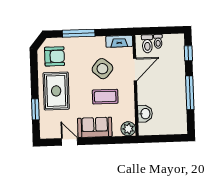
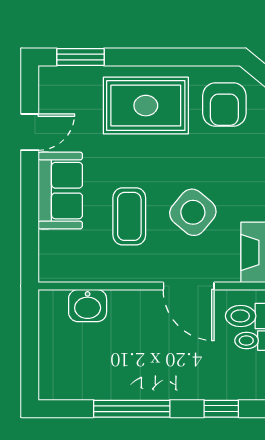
window: (35, 109) -> (80, 57), moved
plant: (128, 129) -> (54, 266), removed

